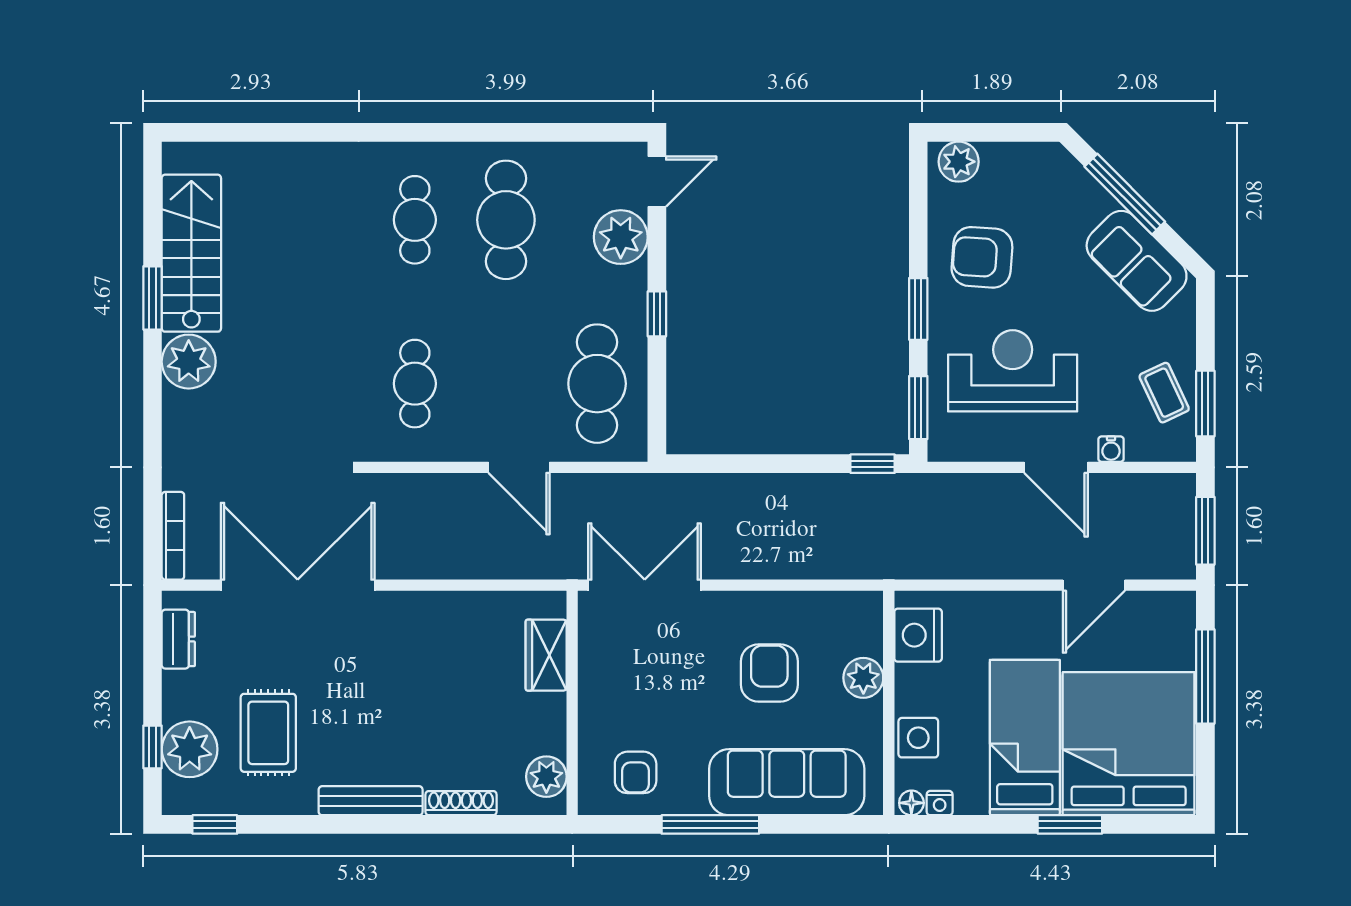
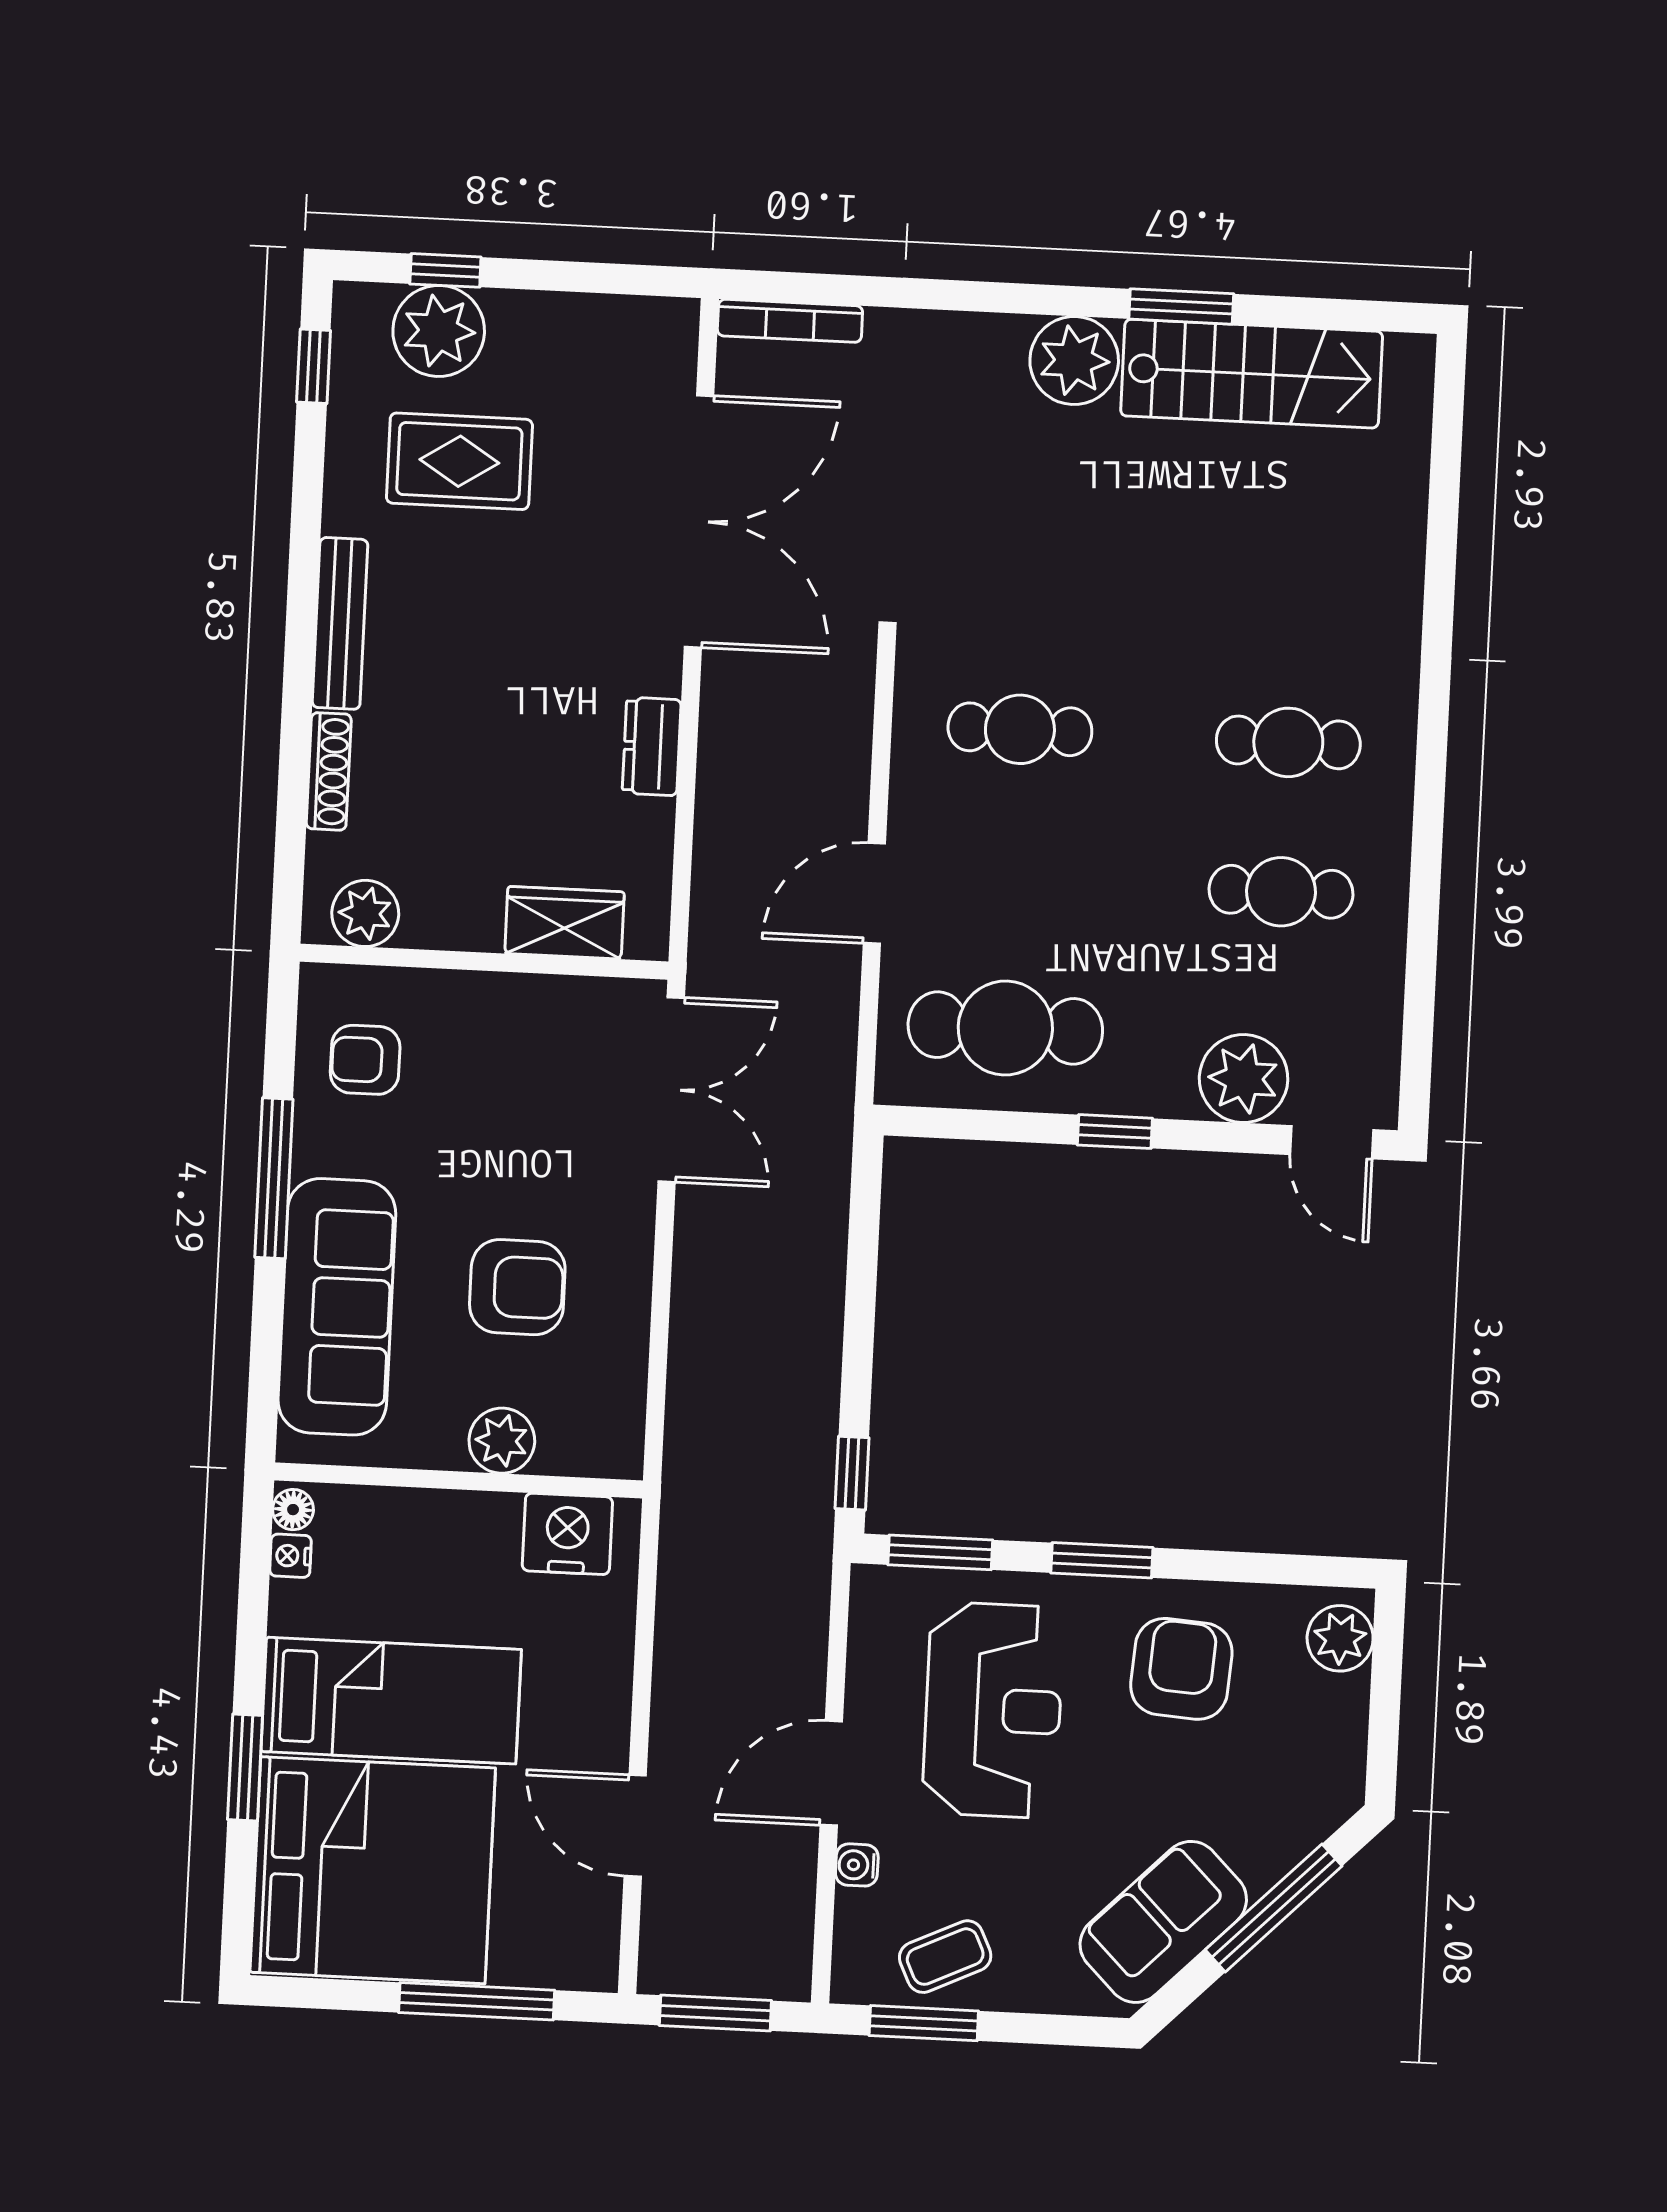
cafe table: (506, 220) -> (1281, 892), width x0.73, depth x0.74
dresser: (178, 639) -> (652, 746), moved, turned 90
side table: (918, 738) -> (399, 1526), removed

